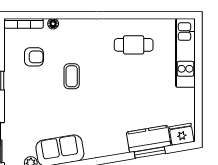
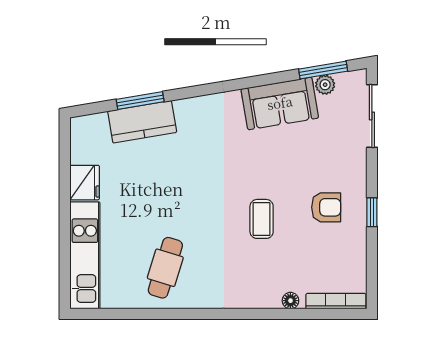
cafe table: (134, 45) -> (165, 268), turned -73
armchair: (34, 57) -> (326, 207), moved, turned 180
fridge: (182, 134) -> (85, 183), moved, turned -81

